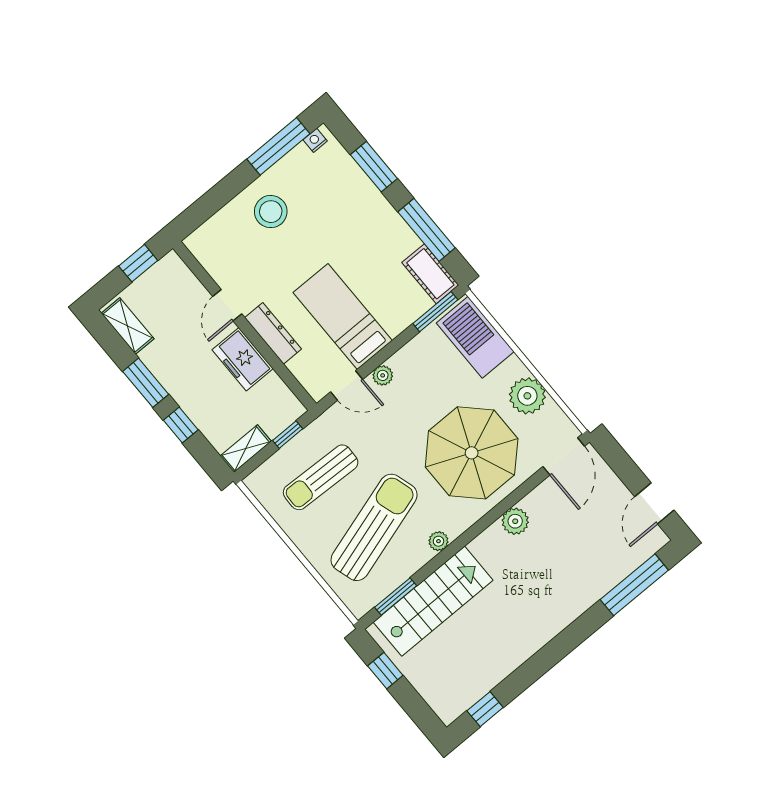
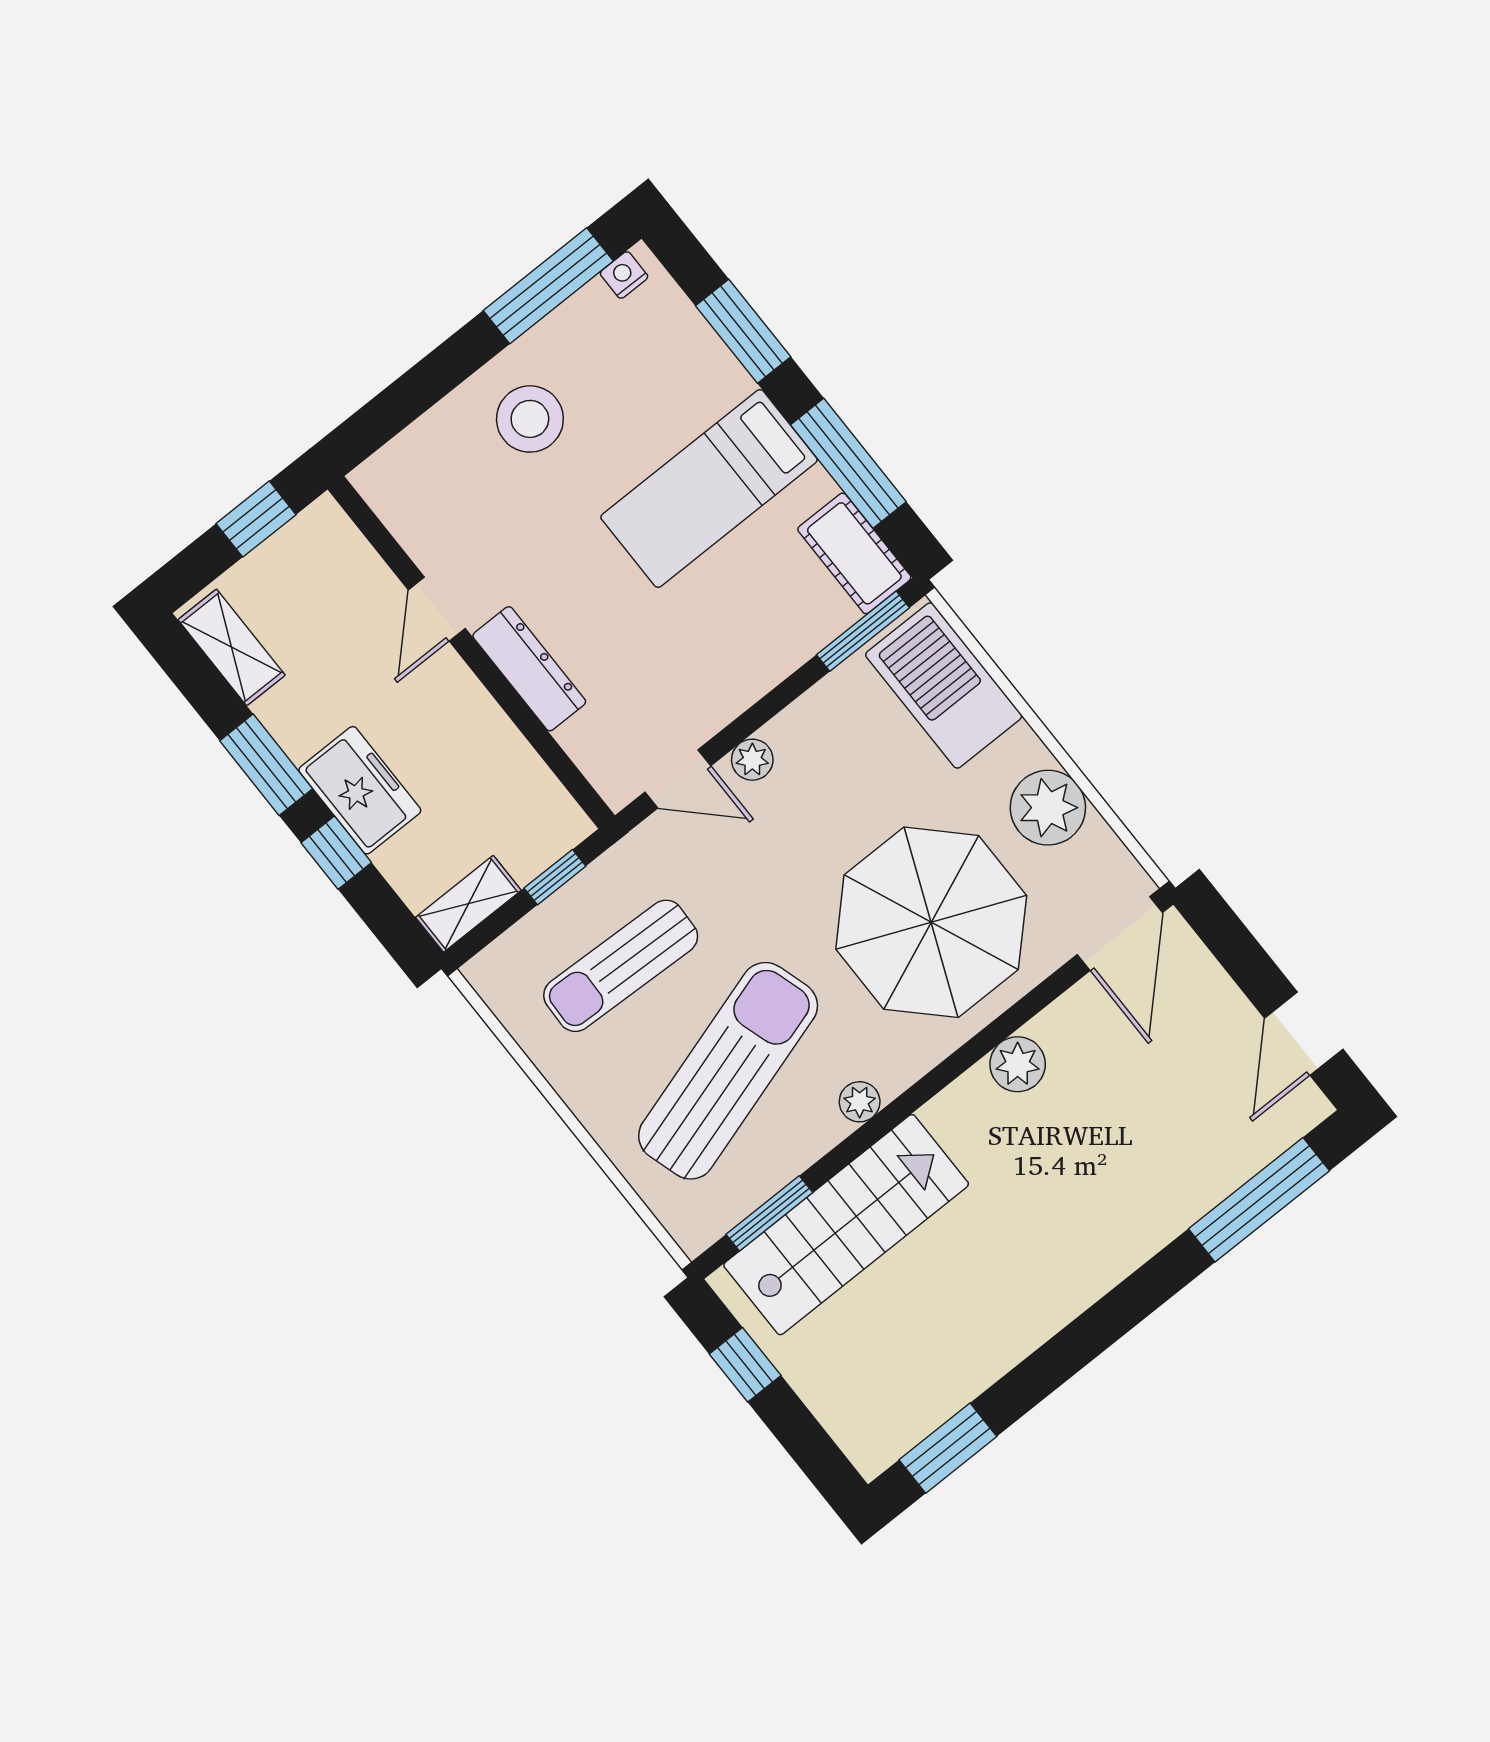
bed: (343, 317) -> (709, 489), moved, turned -90
freezer: (243, 359) -> (360, 790), moved, turned 180
window: (485, 709) -> (948, 1448), width x1.50

